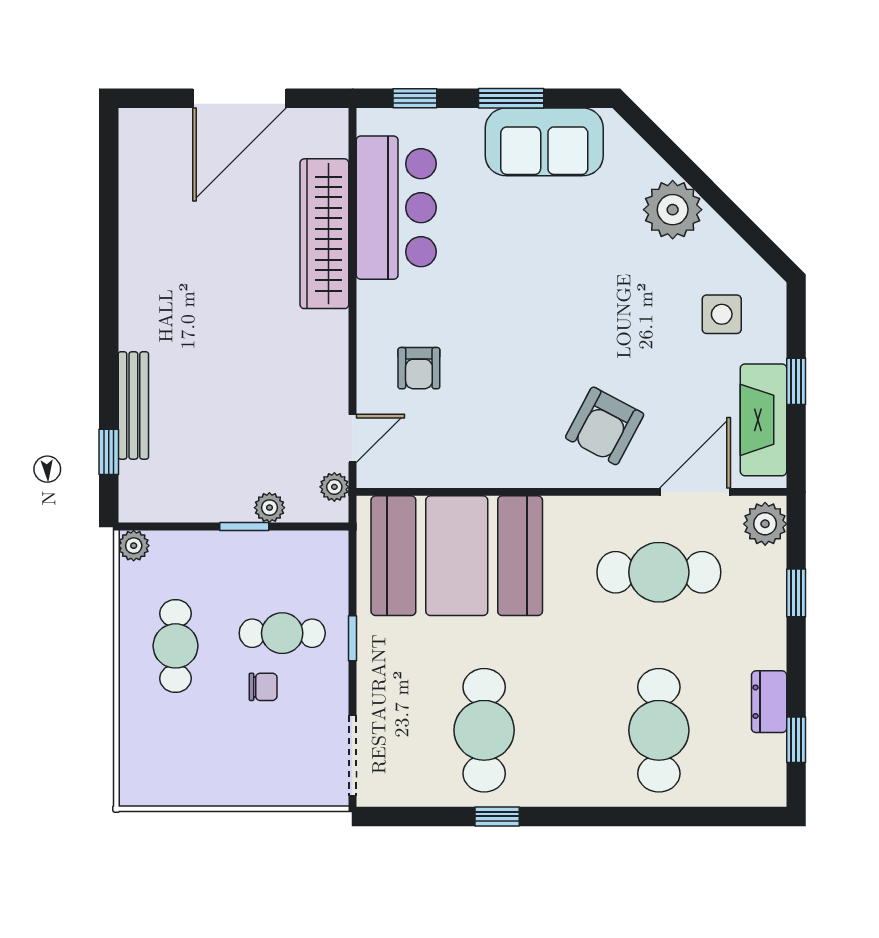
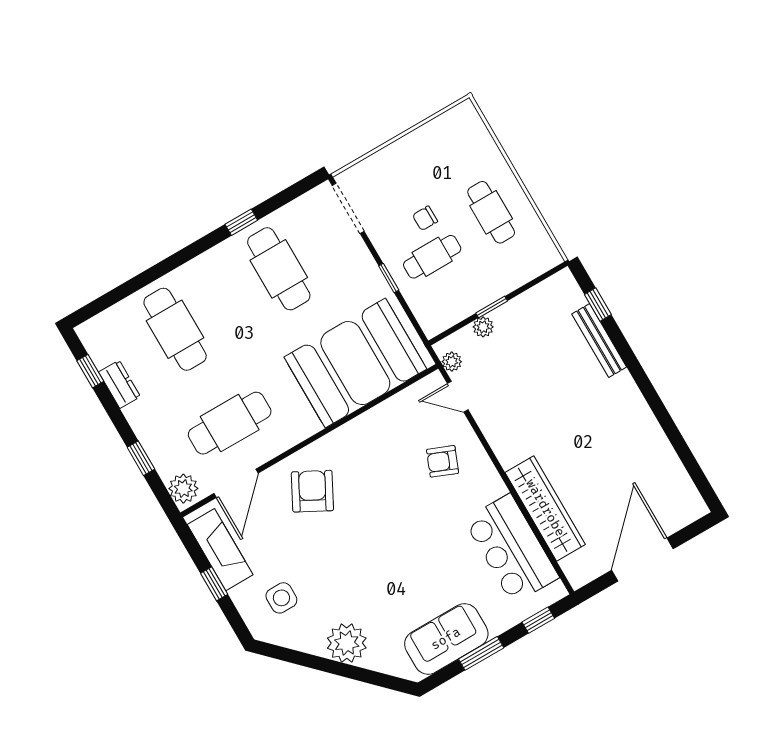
armchair: (419, 368) -> (443, 461), turned -68
door: (353, 438) -> (458, 397), hinge flipped
plant: (134, 546) -> (551, 257), removed

